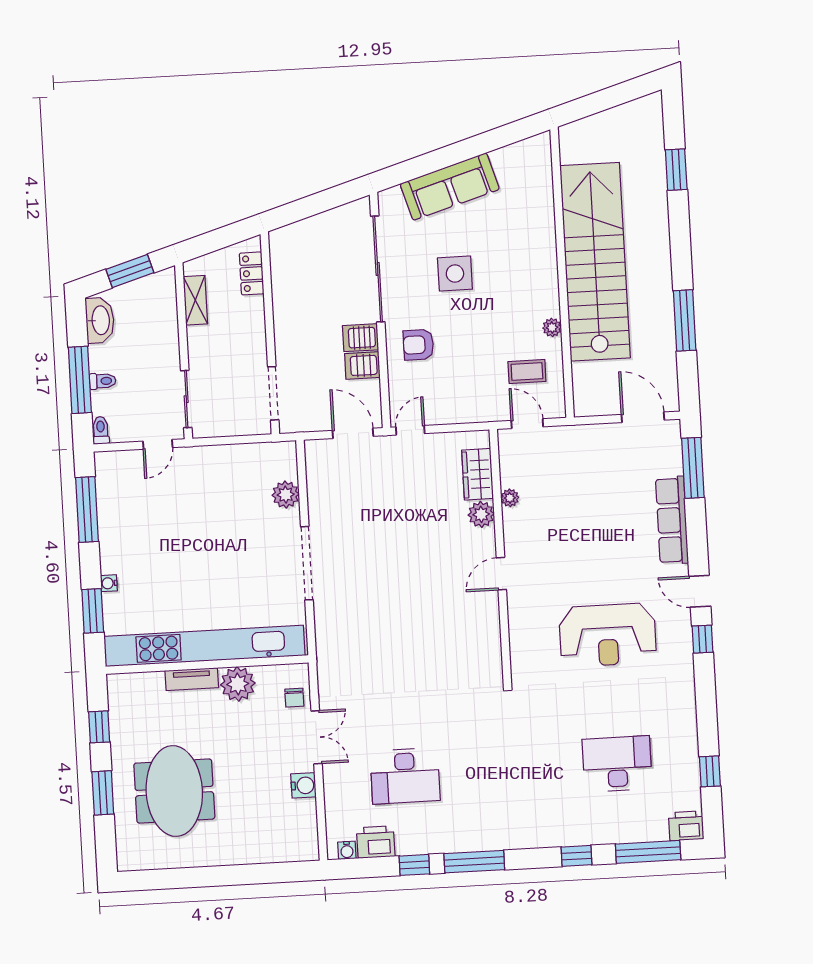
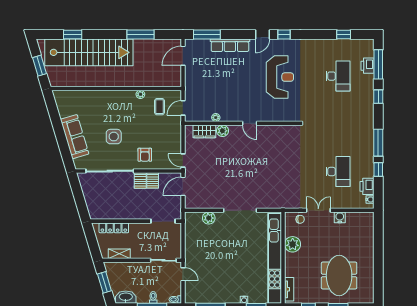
window: (603, 100) -> (40, 66), added
stairs: (595, 262) -> (89, 52), moved, turned 180
locker: (252, 273) -> (114, 228), width x1.53
tv unit: (192, 679) -> (289, 289), moved
desk: (617, 764) -> (338, 76), turned 180
meeting table: (174, 791) -> (339, 275), turned 90
printer: (686, 826) -> (368, 66), moved

